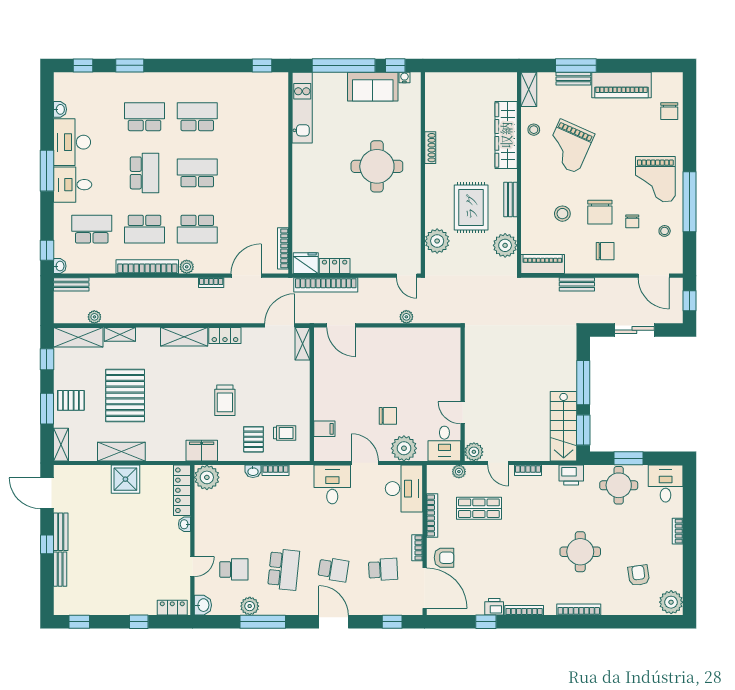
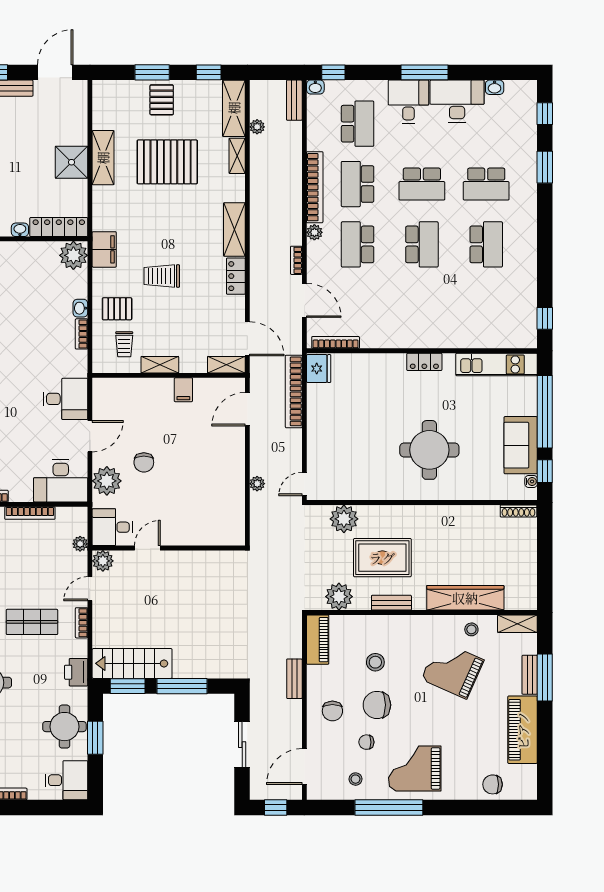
school desk: (145, 117) -> (486, 184), turned 90
shoe rack: (430, 148) -> (518, 511), moved
locker: (335, 266) -> (424, 362), moved, turned 90
filing cabinet: (324, 429) -> (183, 390), moved
shelving: (61, 445) -> (160, 365), moved
shop shelf: (479, 508) -> (32, 622), moved, turned 90

